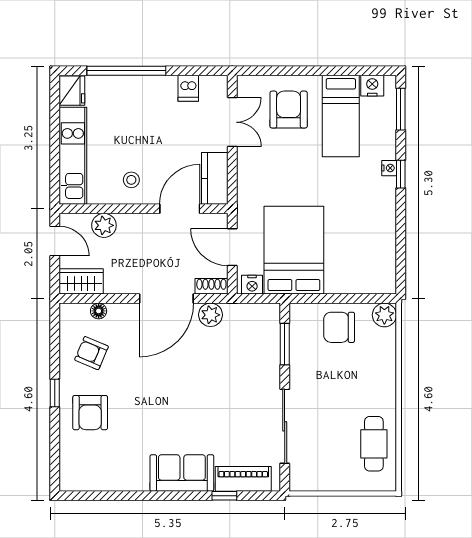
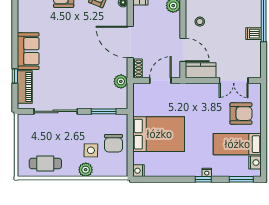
dishwasher: (188, 88) -> (253, 34), moved
bed: (294, 250) -> (159, 134), moved
nightstand: (252, 285) -> (138, 171), moved
plant: (210, 315) -> (121, 81), moved
plant: (384, 315) -> (86, 170), moved
chair: (339, 327) -> (114, 143), turned 180
side table: (351, 366) -> (91, 150), added

